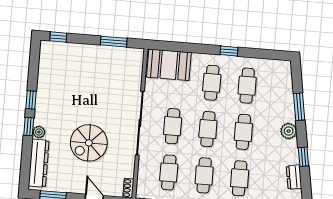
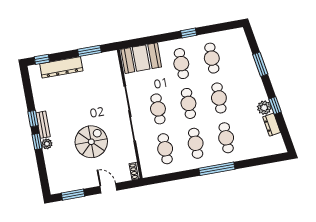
bench: (40, 110) -> (43, 125), added
plant: (289, 131) -> (264, 108), moved
spiral stairs: (89, 143) -> (91, 142), turned 180
dresser: (39, 163) -> (61, 67), moved, turned 90

